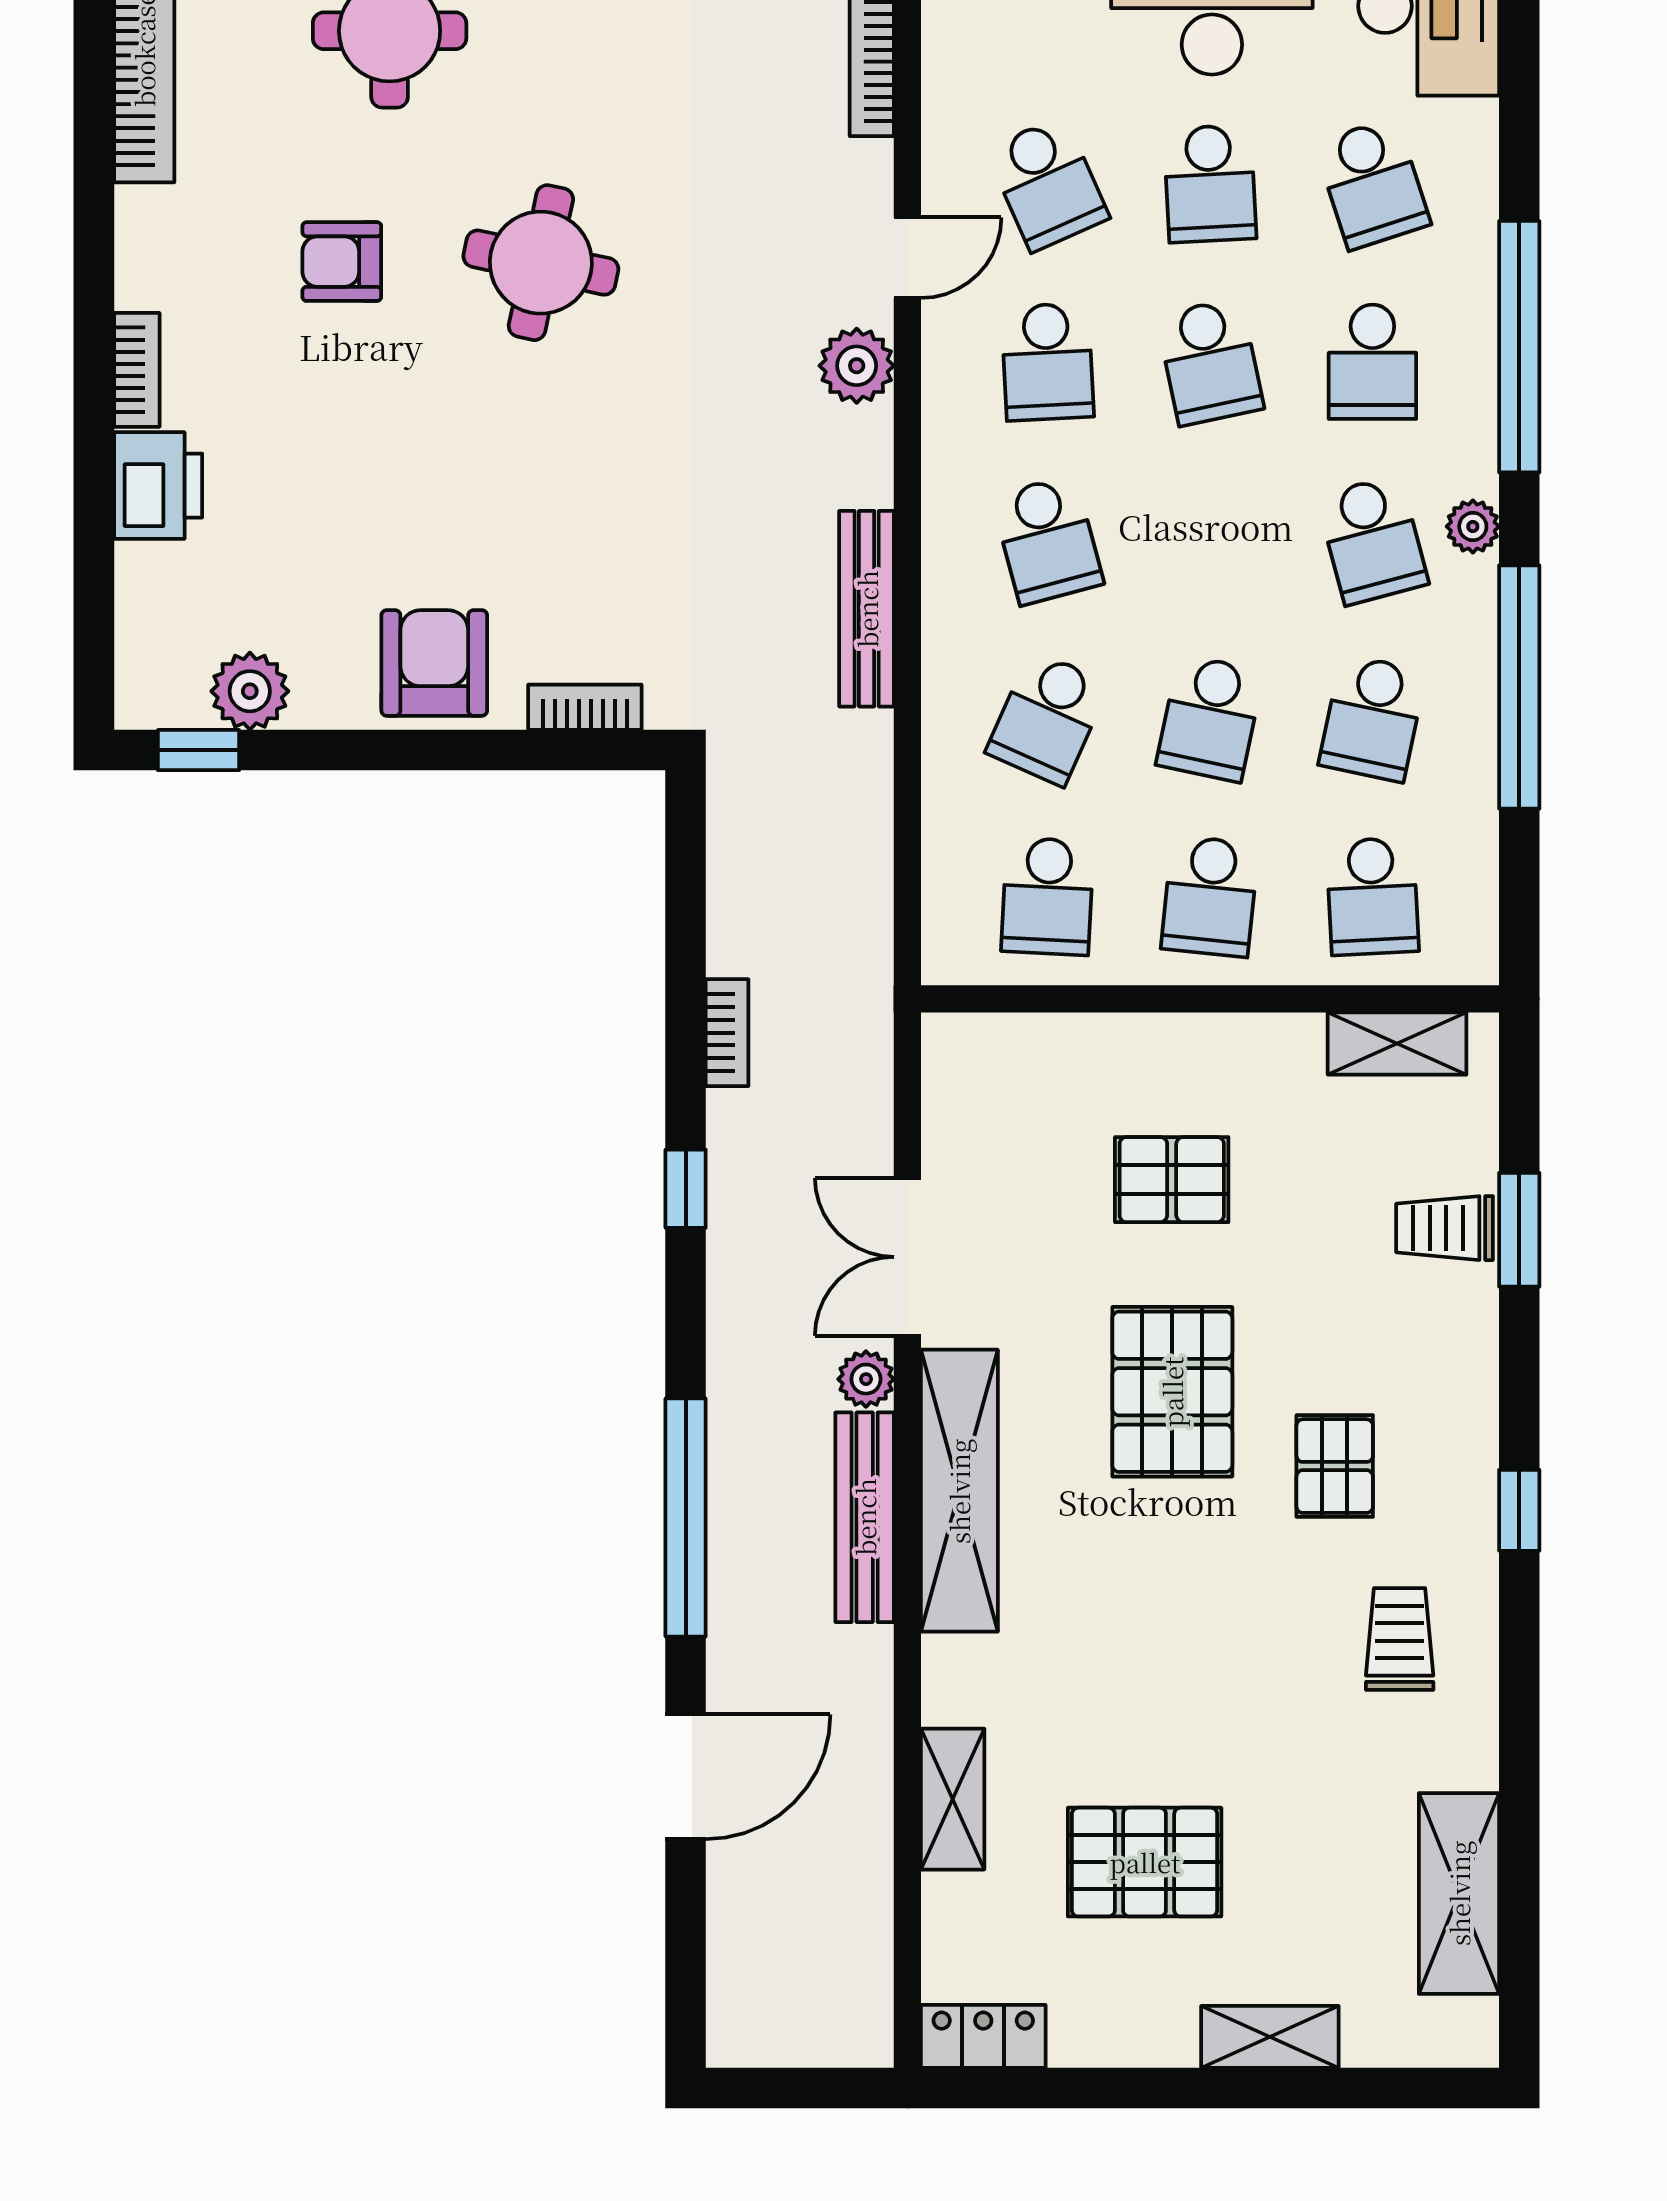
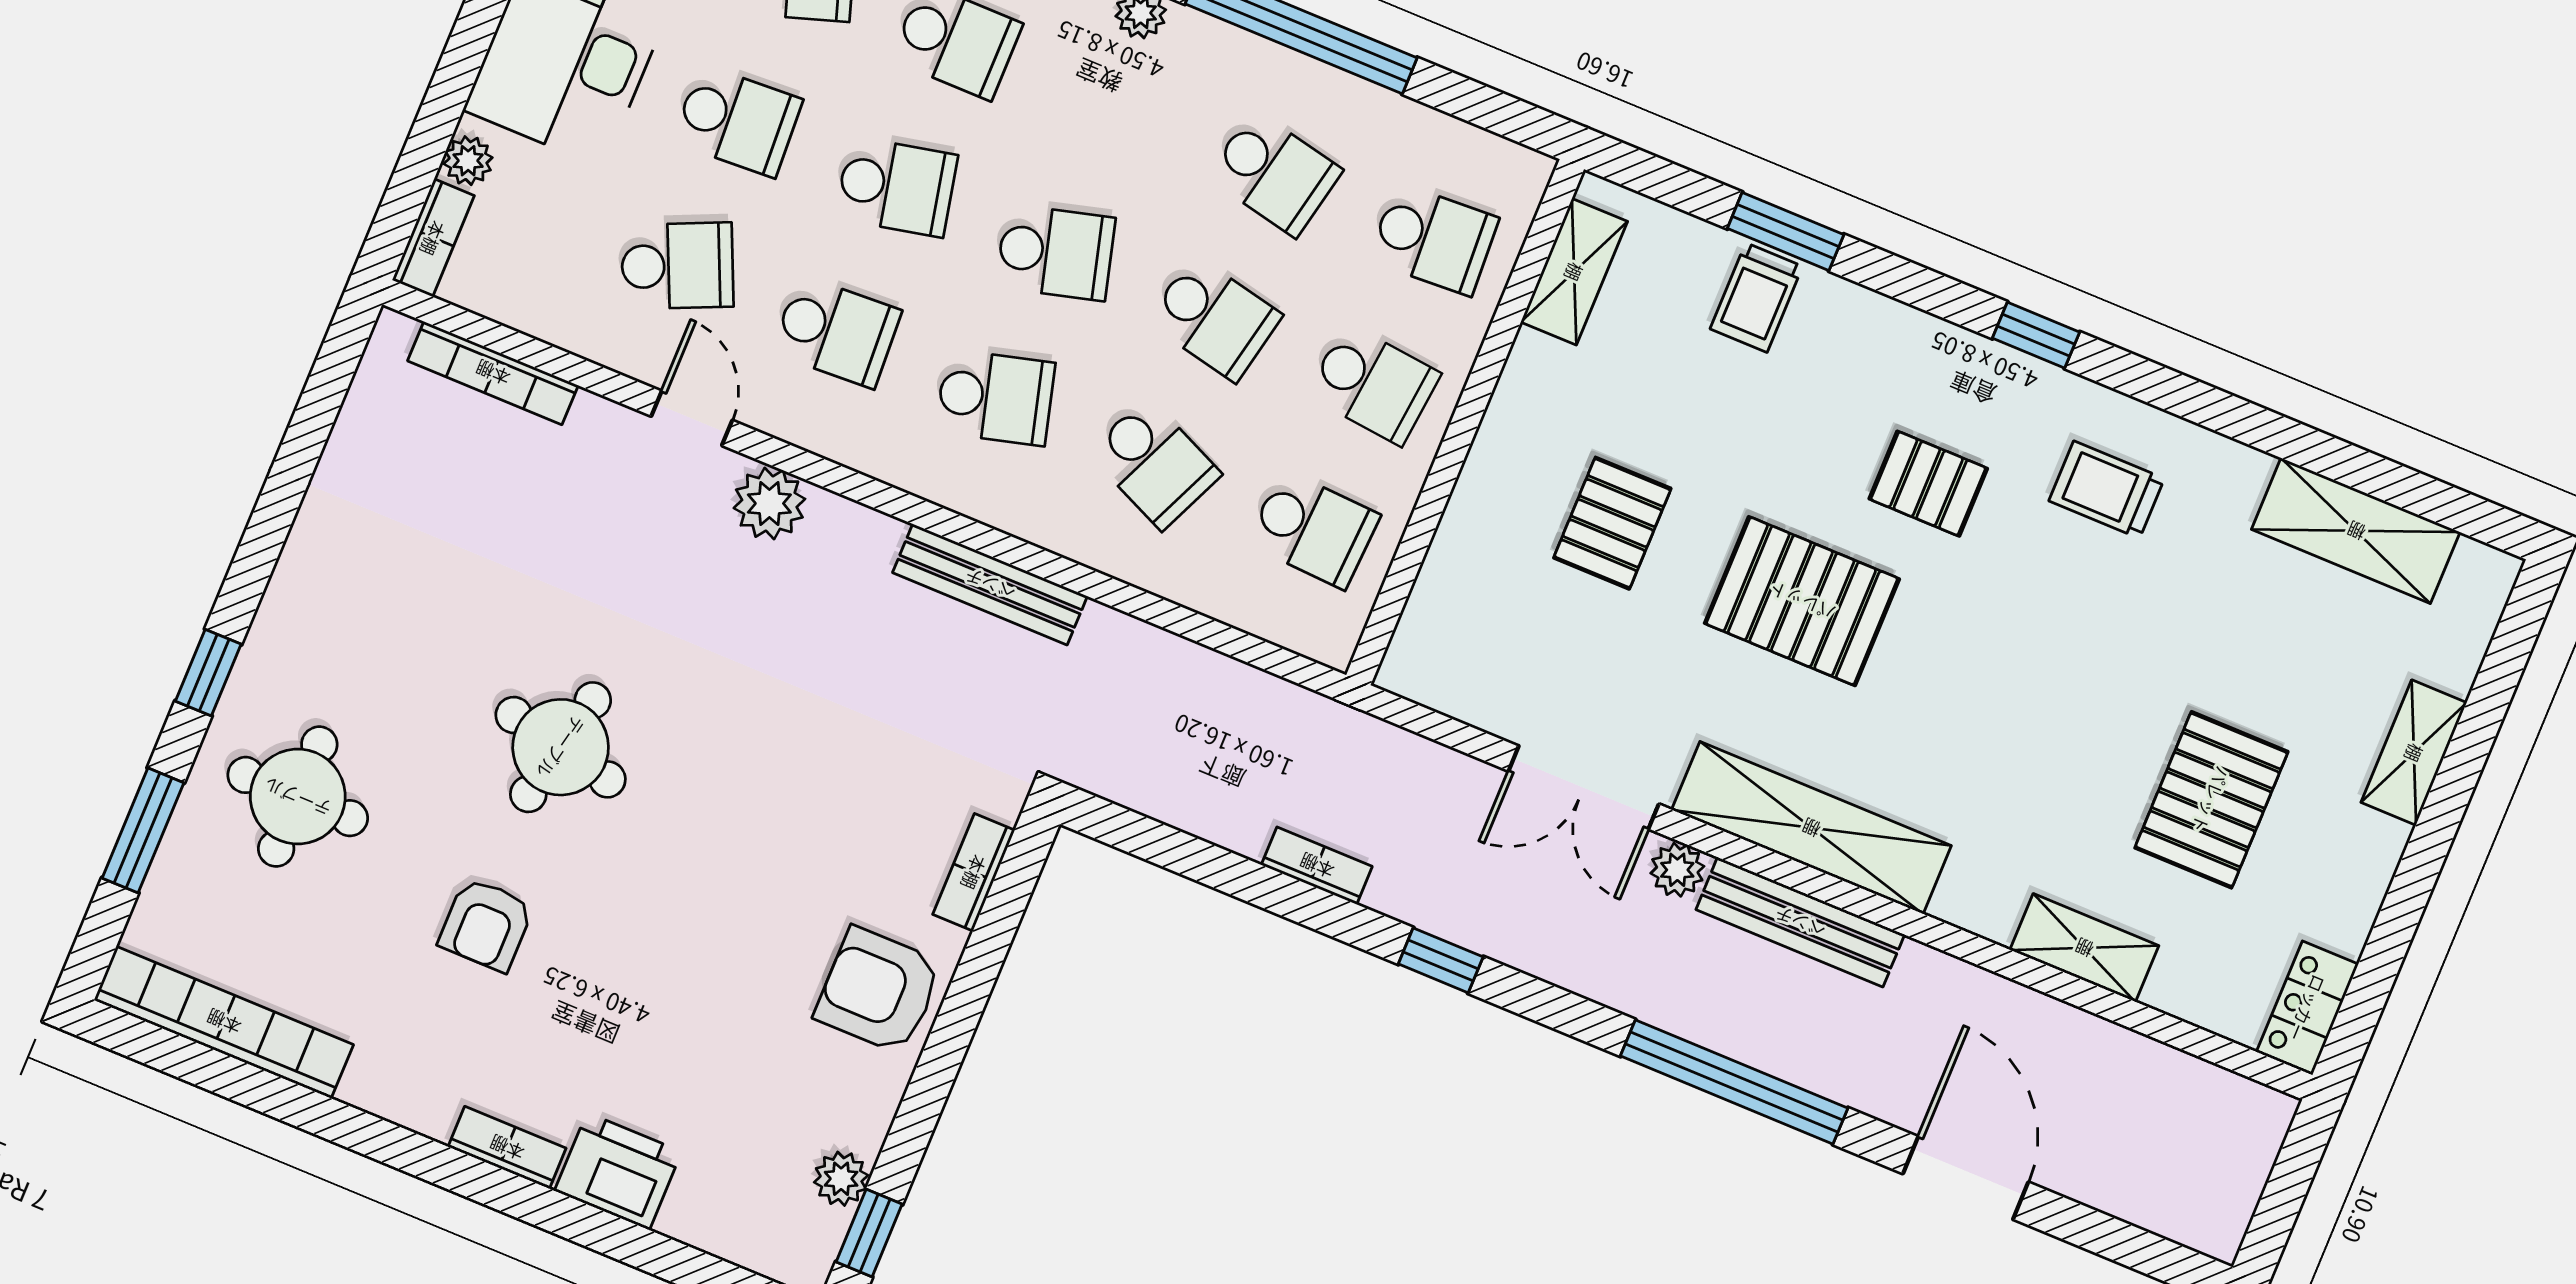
school desk: (1372, 540) -> (1056, 253), moved
plant: (250, 691) -> (841, 1179), width x0.73, depth x0.73

